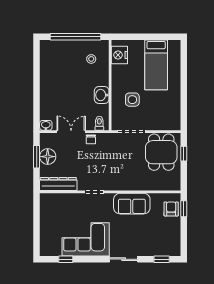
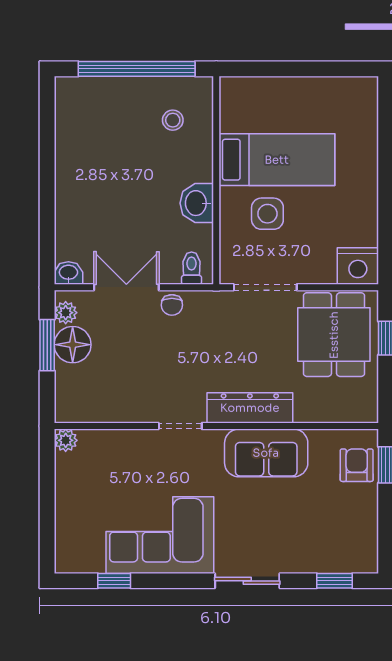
nightstand: (119, 55) -> (358, 266), moved, turned -90
bed: (156, 65) -> (277, 160), moved, turned -90
plant: (45, 143) -> (66, 313), added
dresser: (58, 184) -> (250, 408), moved
plant: (45, 198) -> (66, 440), added

